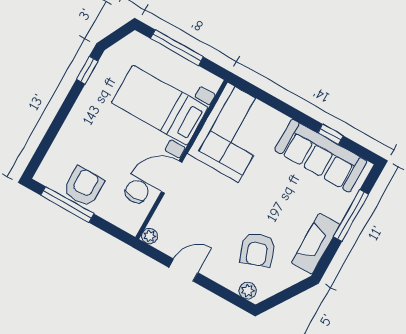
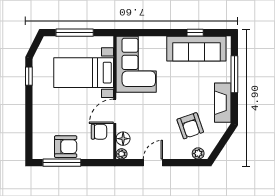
armchair: (84, 187) -> (66, 147), turned 90
chair: (137, 192) -> (99, 132), turned 90
floor lamp: (162, 218) -> (123, 139), added

